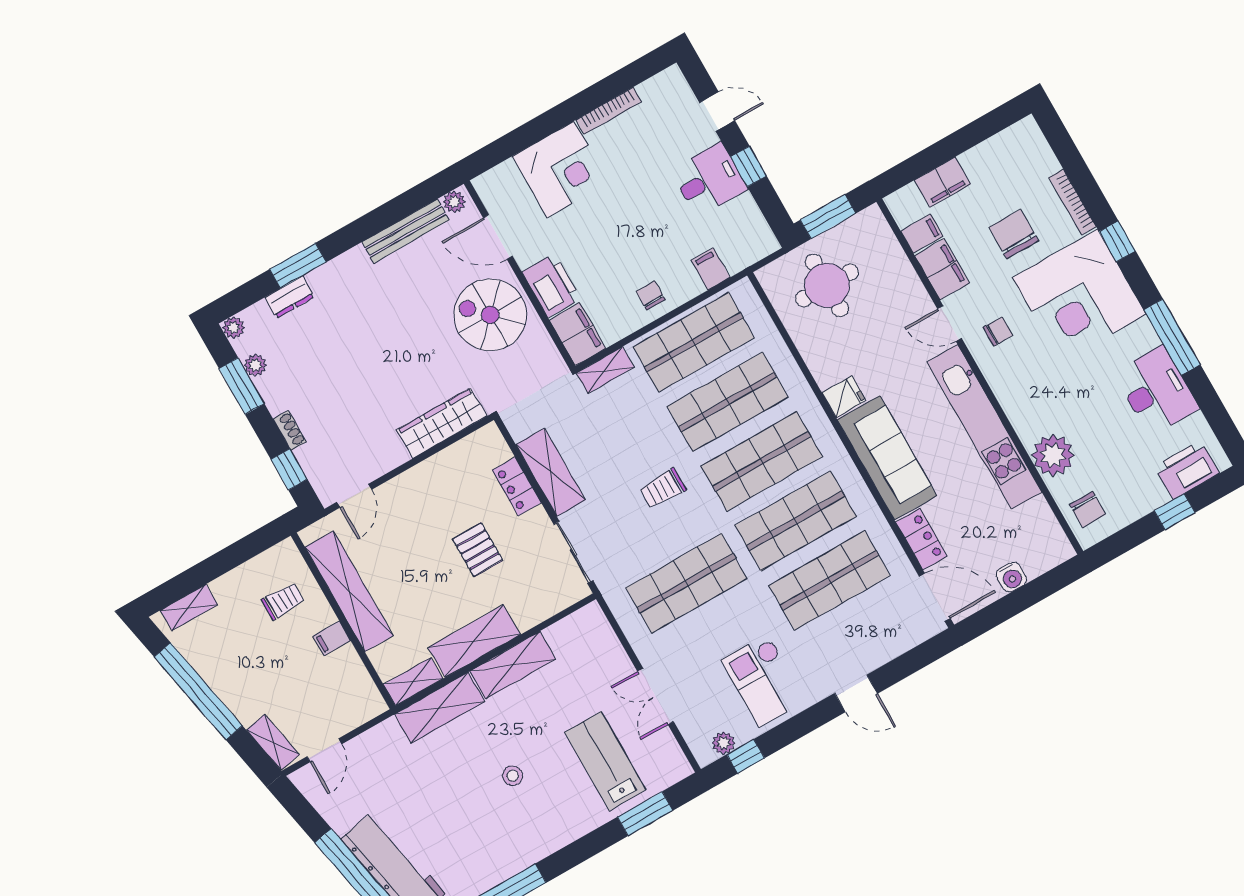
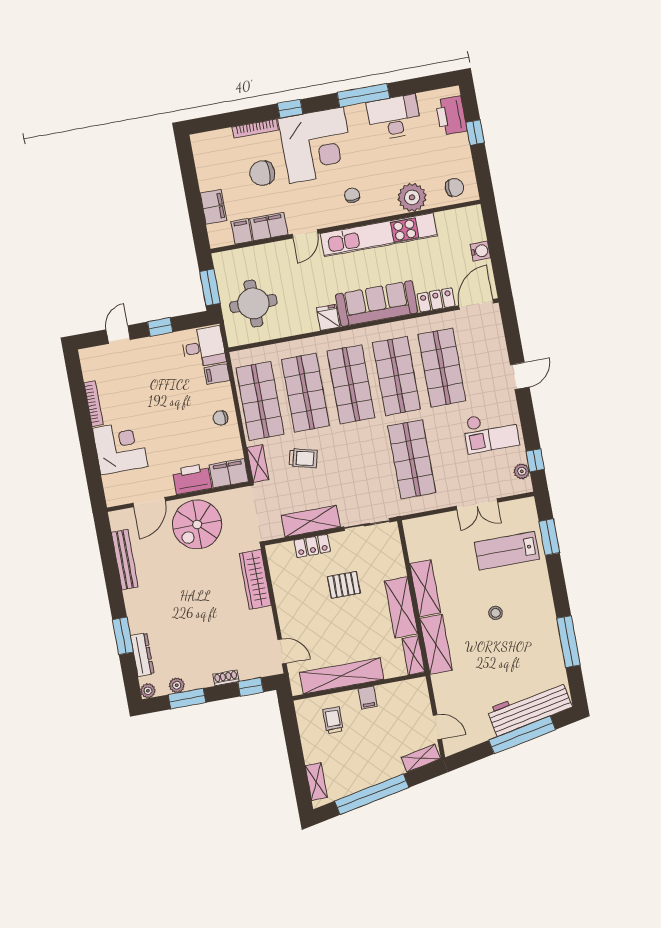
desk: (709, 180) -> (203, 347), moved, turned 90
plant: (454, 202) -> (117, 522), removed
dresser: (290, 297) -> (142, 655), width x1.44
chair: (998, 331) -> (352, 195), moved
trolley: (663, 488) -> (303, 458), moved, turned -76

